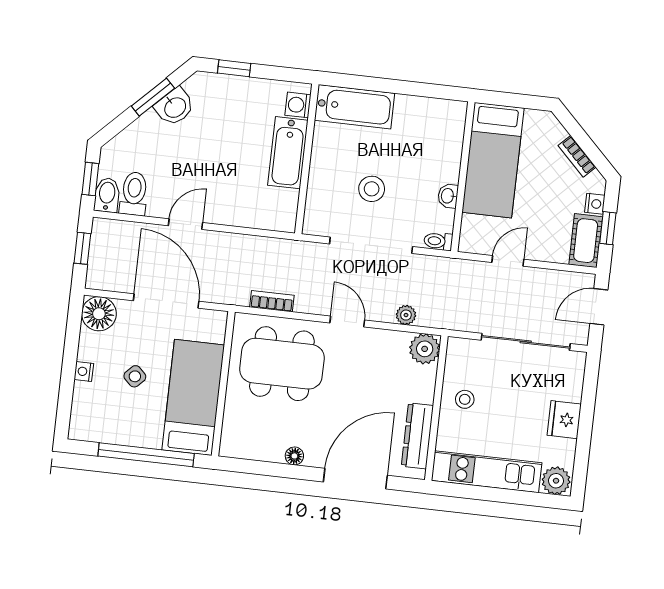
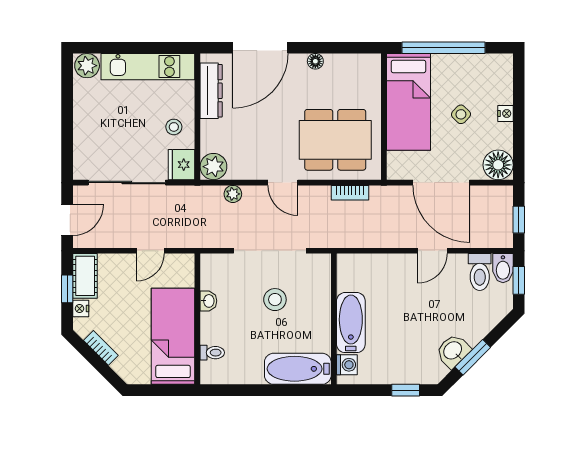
toilet: (438, 241) -> (212, 353), moved
fridge: (564, 420) -> (182, 165), moved, turned 180

